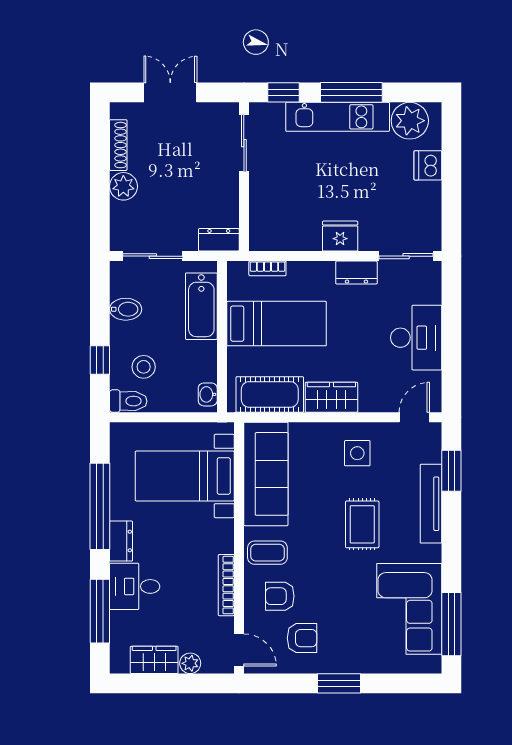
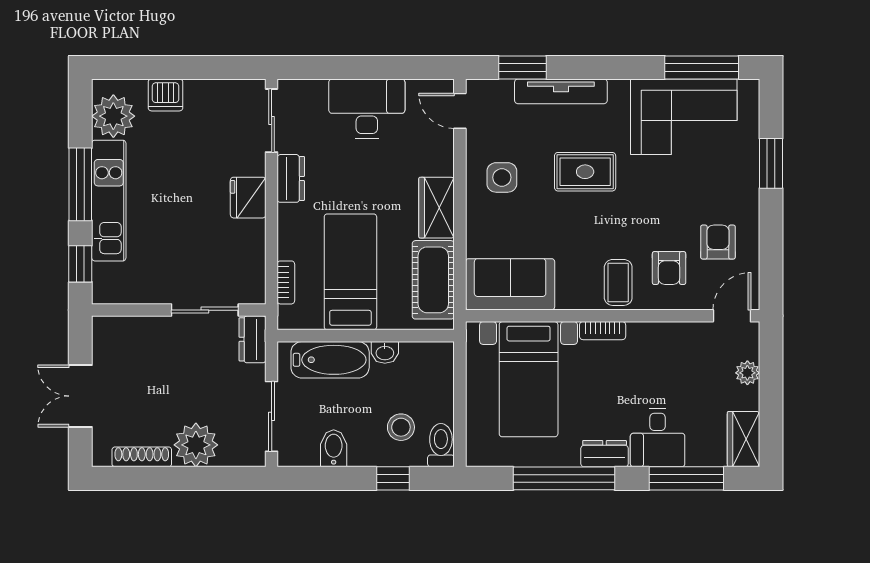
sliding door: (244, 143) -> (205, 310), moved
plant: (123, 186) -> (196, 445), width x1.36, depth x1.36
washbasin: (208, 394) -> (385, 352), moved
sofa: (266, 474) -> (510, 284), width x0.73
bookcase: (226, 585) -> (603, 331), moved, width x0.64
wardrobe: (154, 660) -> (743, 439), moved
window: (339, 683) -> (771, 163), moved

